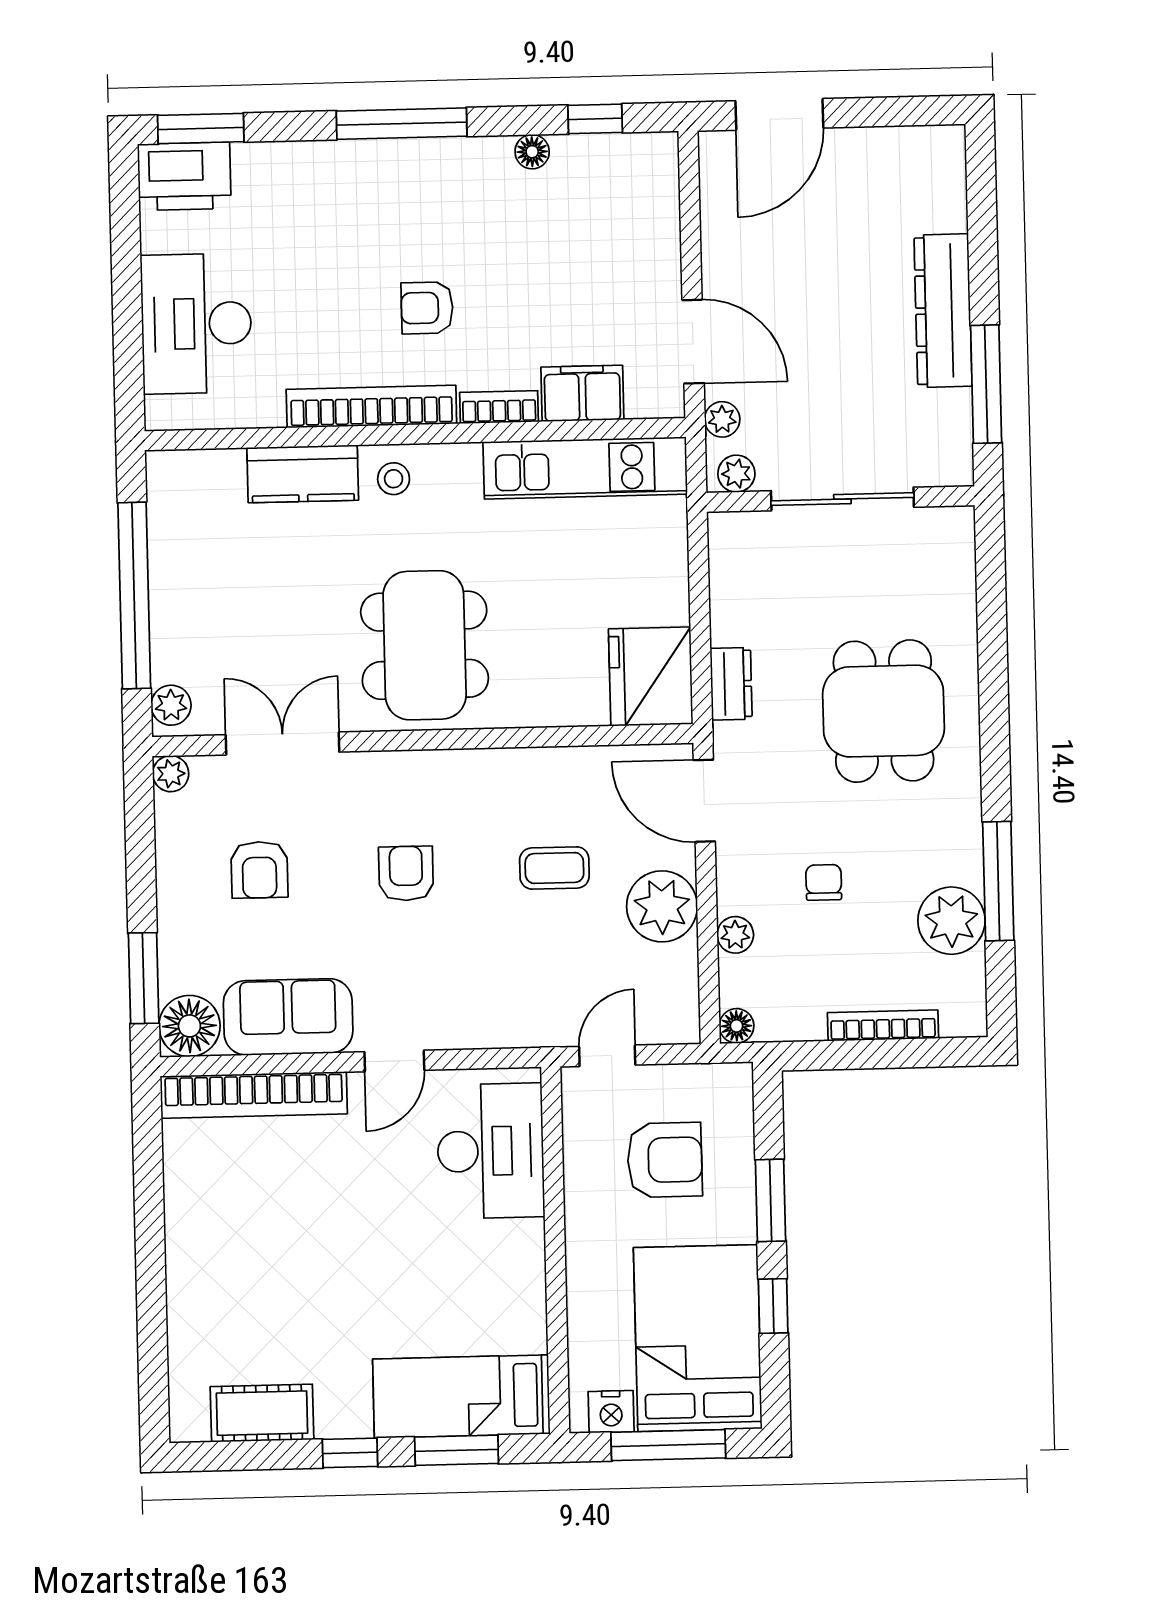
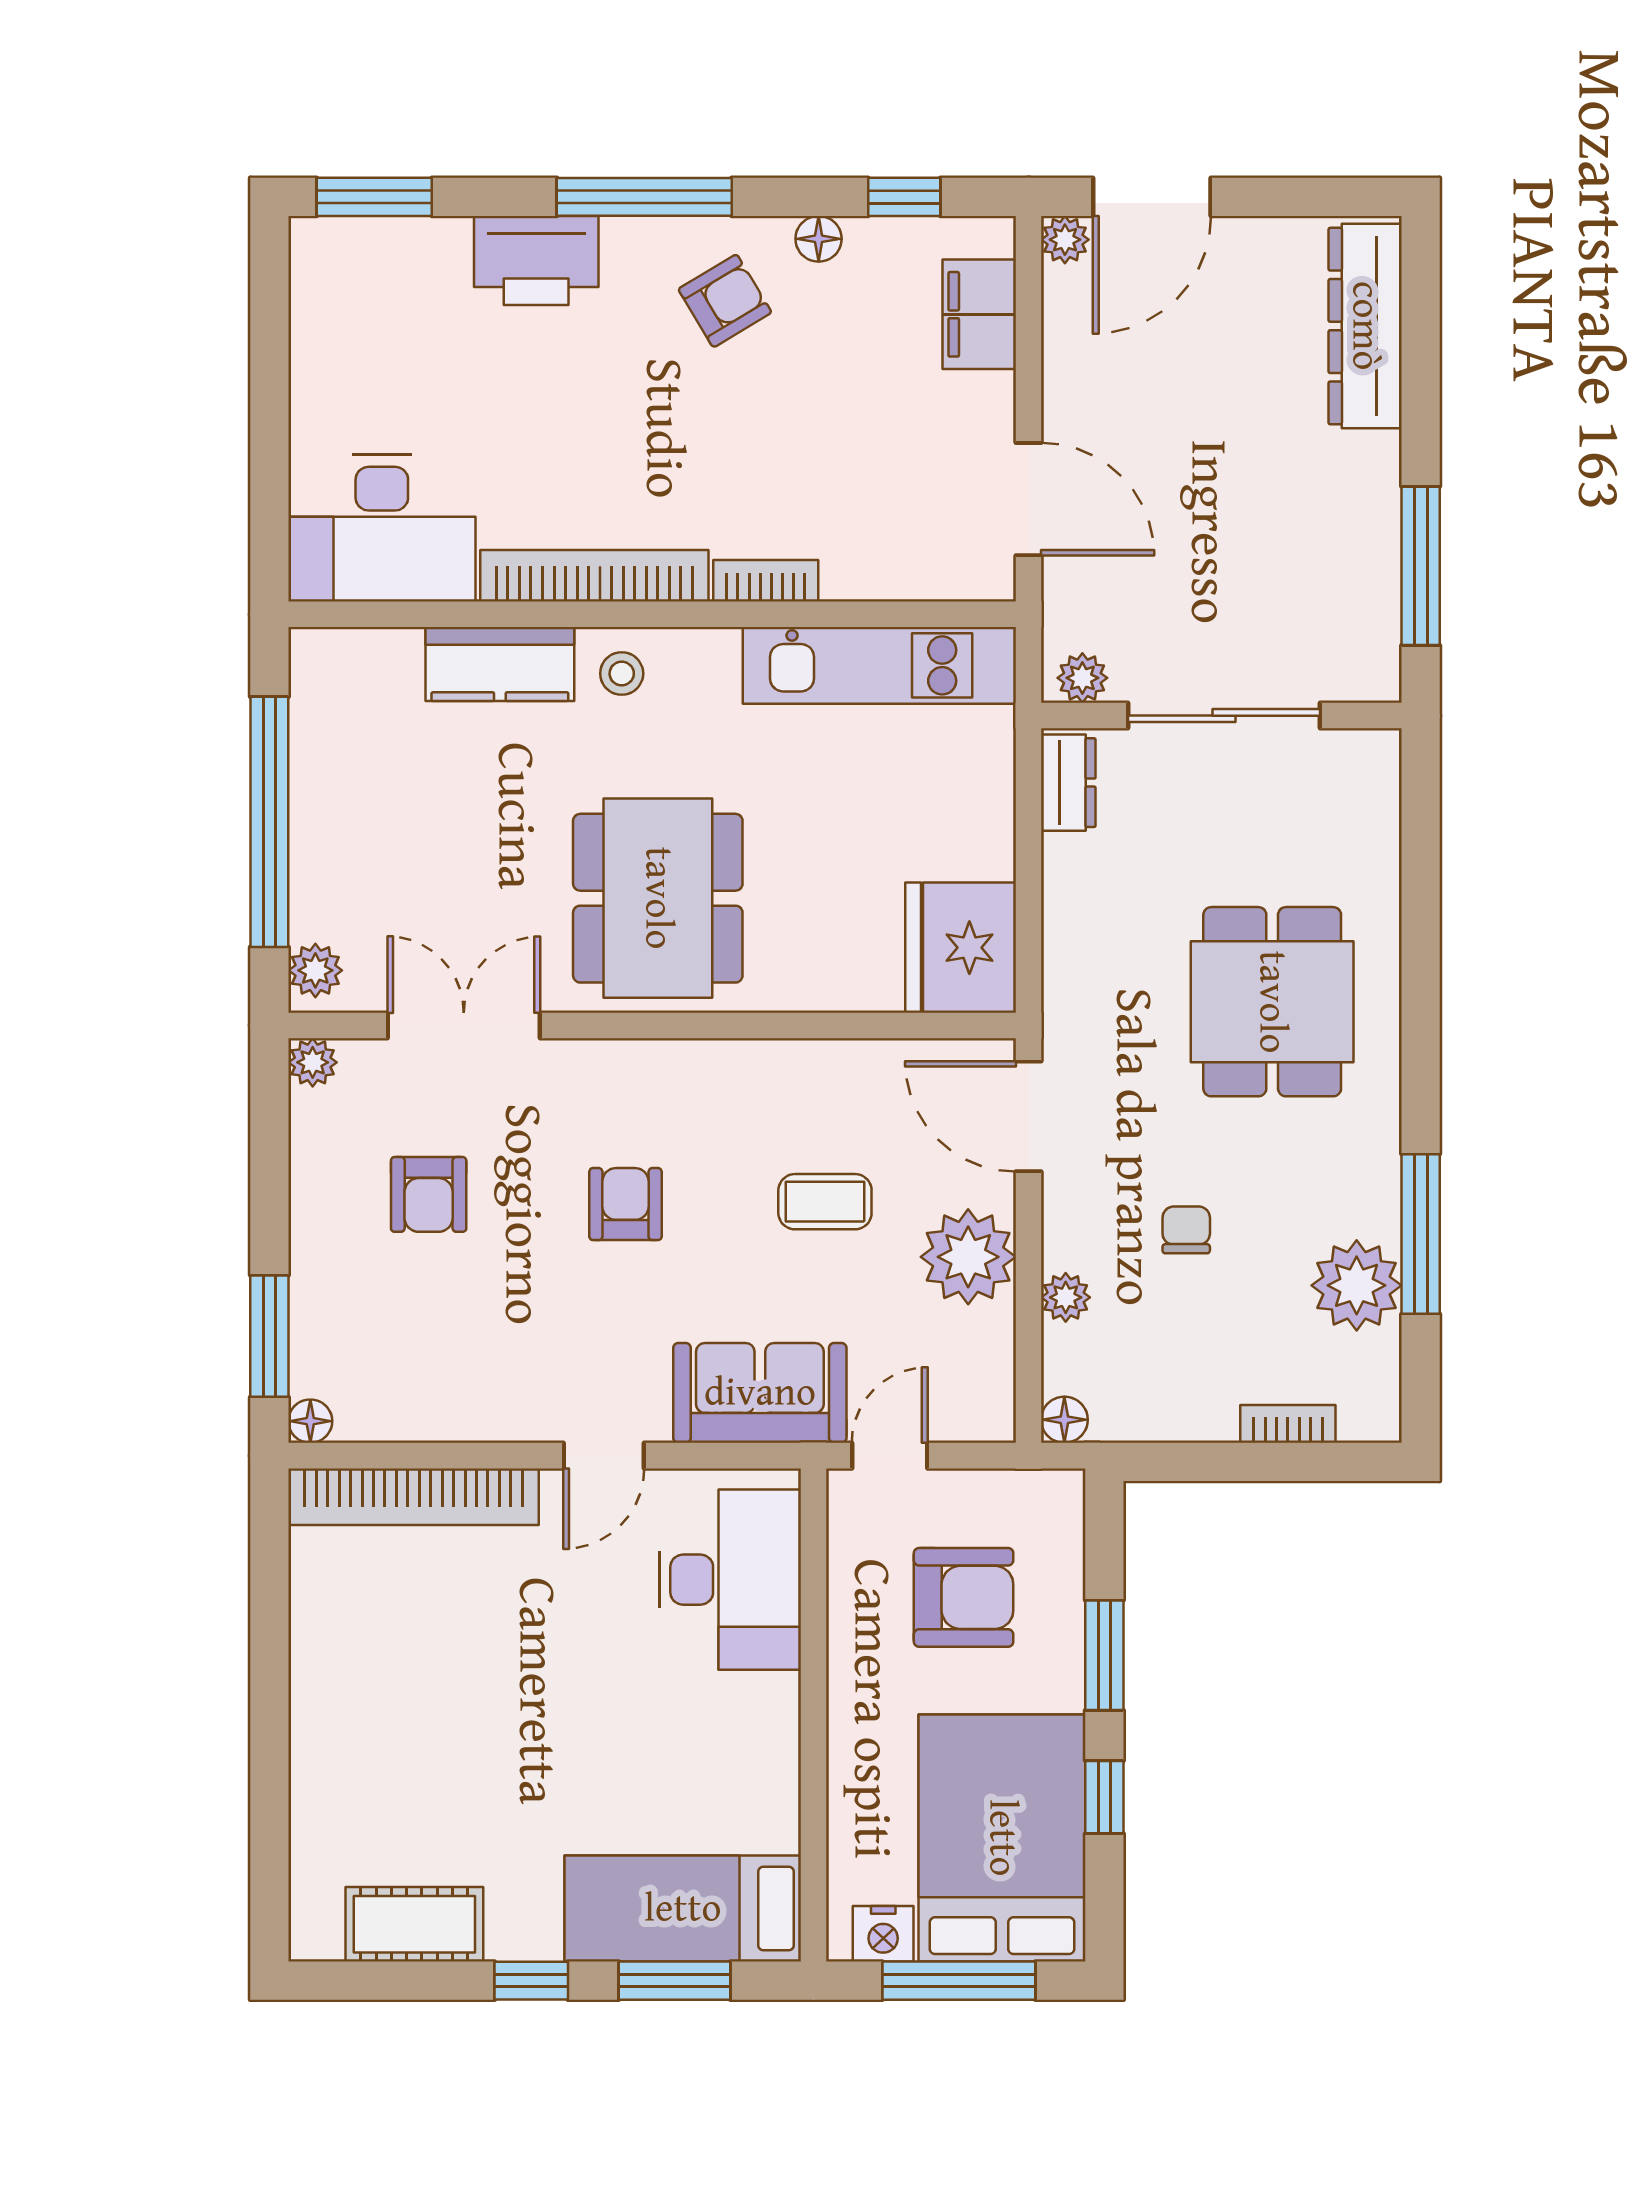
printer: (184, 176) -> (536, 260), moved
armchair: (427, 308) -> (725, 301), moved, turned 149
dresser: (943, 311) -> (1365, 326), moved
desk: (196, 324) -> (382, 528), moved, turned -90
filing cabinet: (582, 393) -> (979, 314), moved, turned -90
plant: (722, 419) -> (1065, 240), moved
dresser: (731, 684) -> (1068, 783), moved
sofa: (288, 1017) -> (760, 1393), moved
bookcase: (883, 1025) -> (1288, 1424), width x0.64
floor lamp: (189, 1026) -> (310, 1421), width x0.53, depth x0.53

